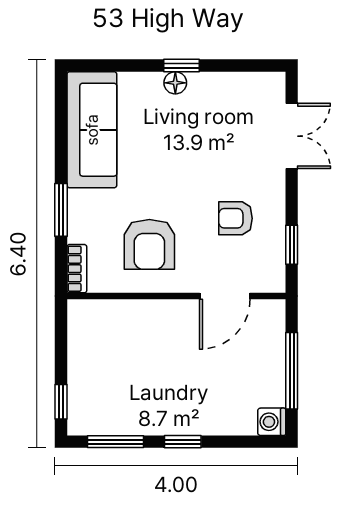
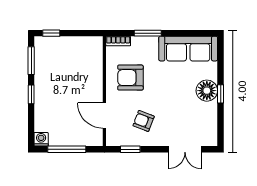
floor lamp: (175, 83) -> (207, 91), width x1.89, depth x1.89
armchair: (235, 218) -> (144, 121), turned -69

